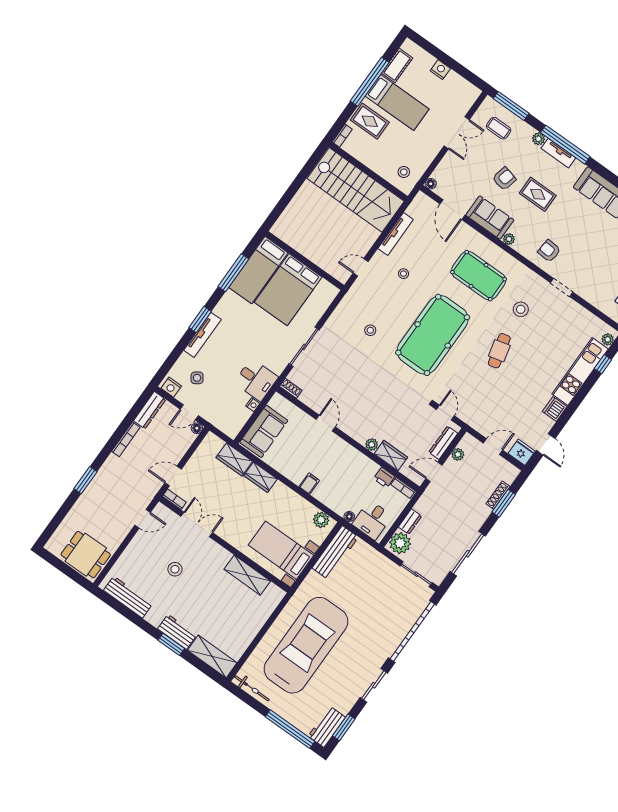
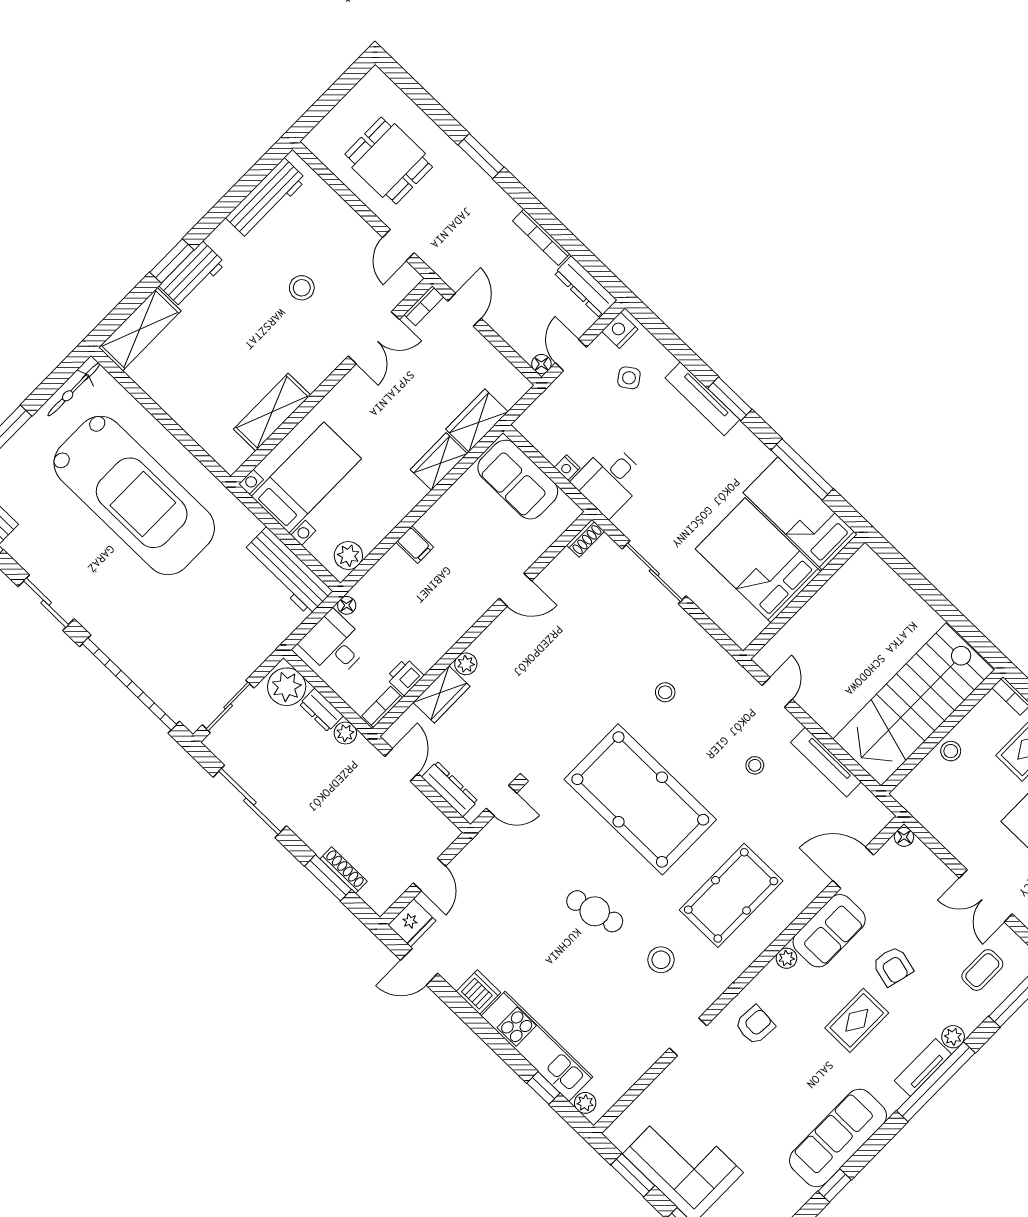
stool: (404, 172) -> (951, 751), moved
plant: (458, 454) -> (345, 733), moved
dining table: (86, 555) -> (389, 161), moved, turned 90

